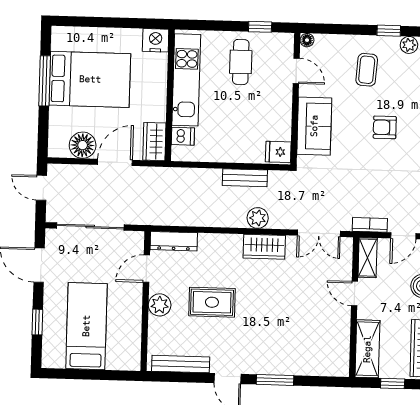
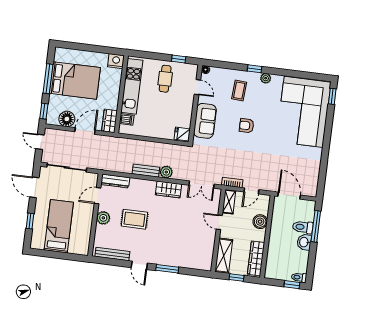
window: (43, 136) -> (44, 111), added
bench: (245, 178) -> (146, 171), moved

